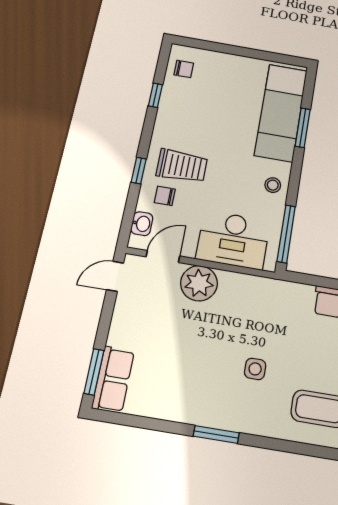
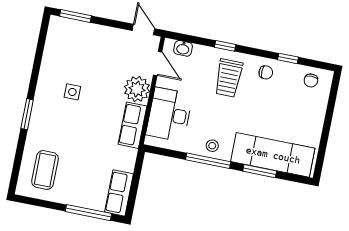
chair: (165, 196) -> (266, 72), moved, turned 90
window: (286, 234) -> (208, 161), moved
side table: (255, 369) -> (72, 92), moved
row of seats: (113, 379) -> (132, 125), moved, turned 90
window: (216, 435) -> (27, 114), moved

